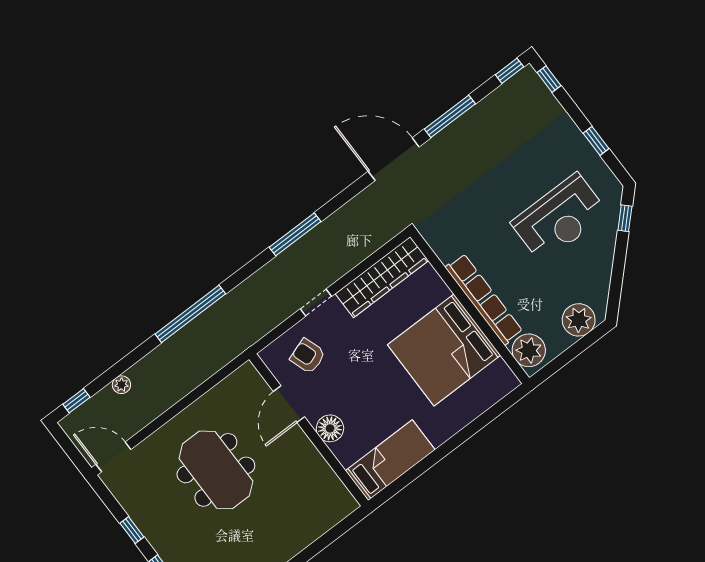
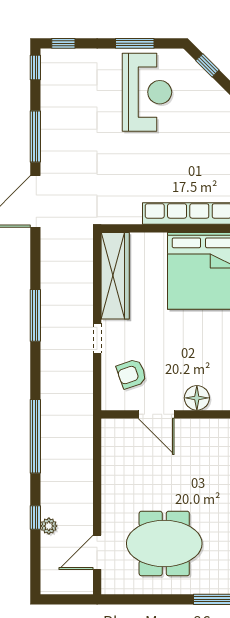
window: (596, 141) -> (135, 43), width x1.50
reception desk: (559, 218) -> (147, 92), moved
window: (76, 401) -> (35, 517), moved
door: (113, 457) -> (97, 552), moved
meeting table: (216, 470) -> (164, 543), moved
window: (132, 530) -> (161, 599), removed

